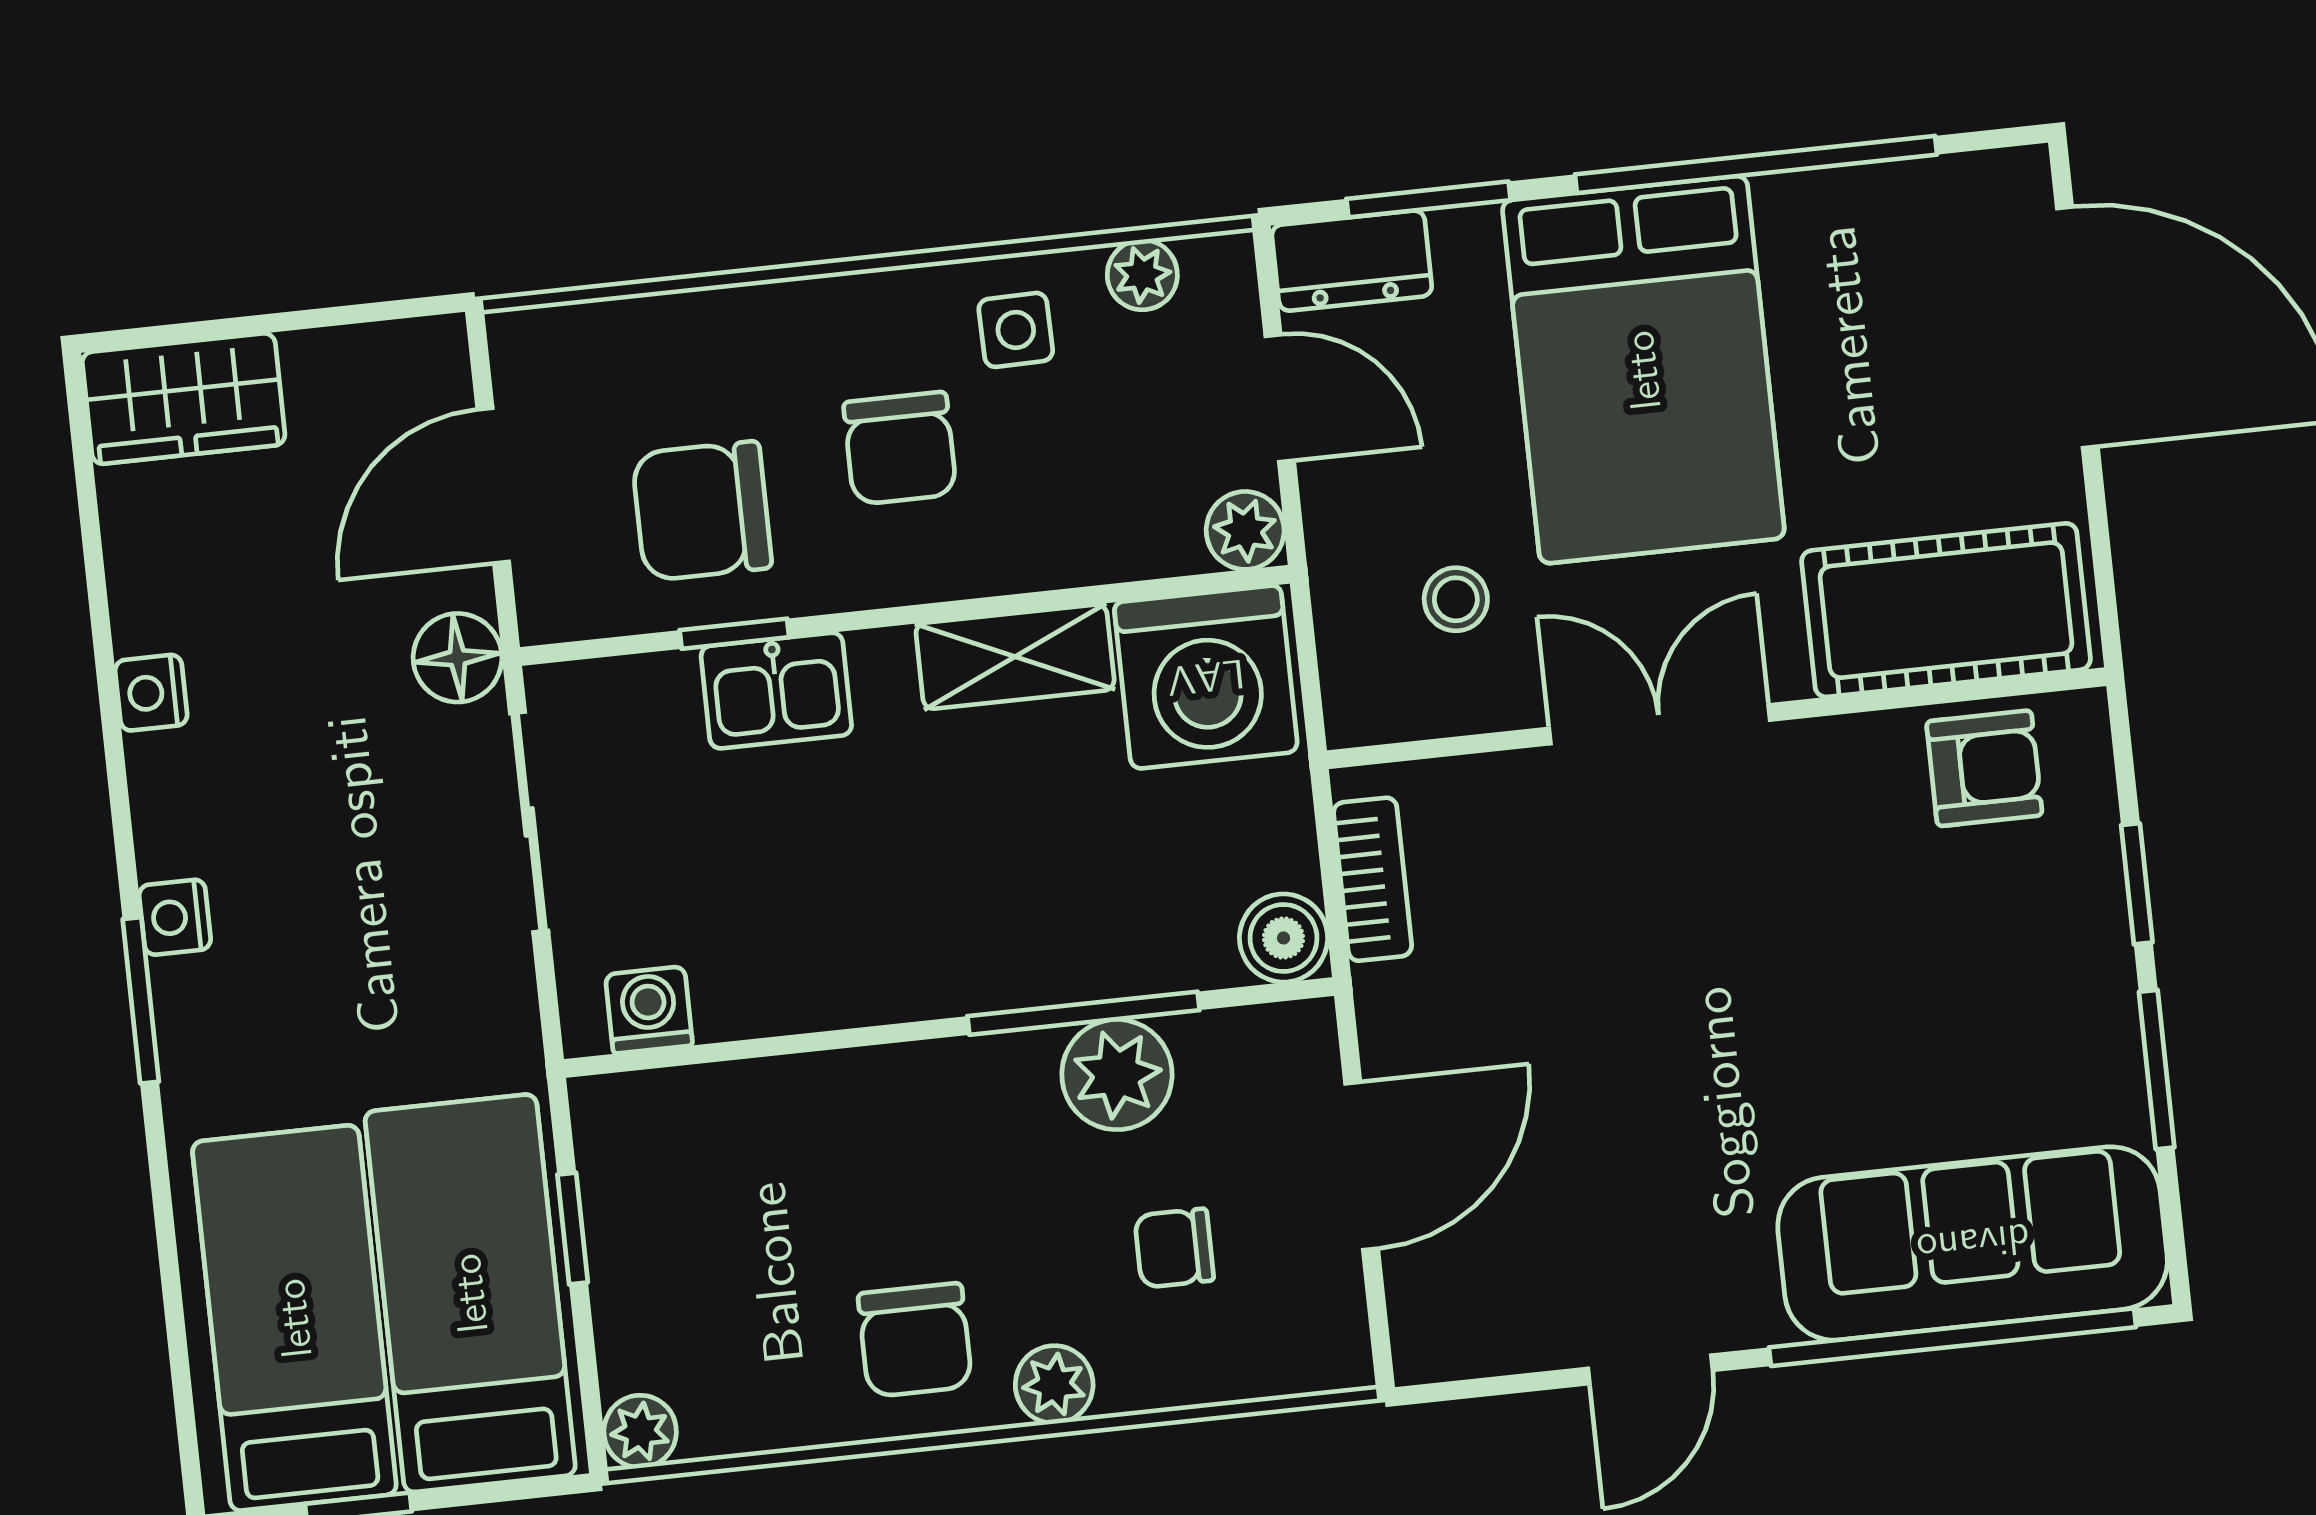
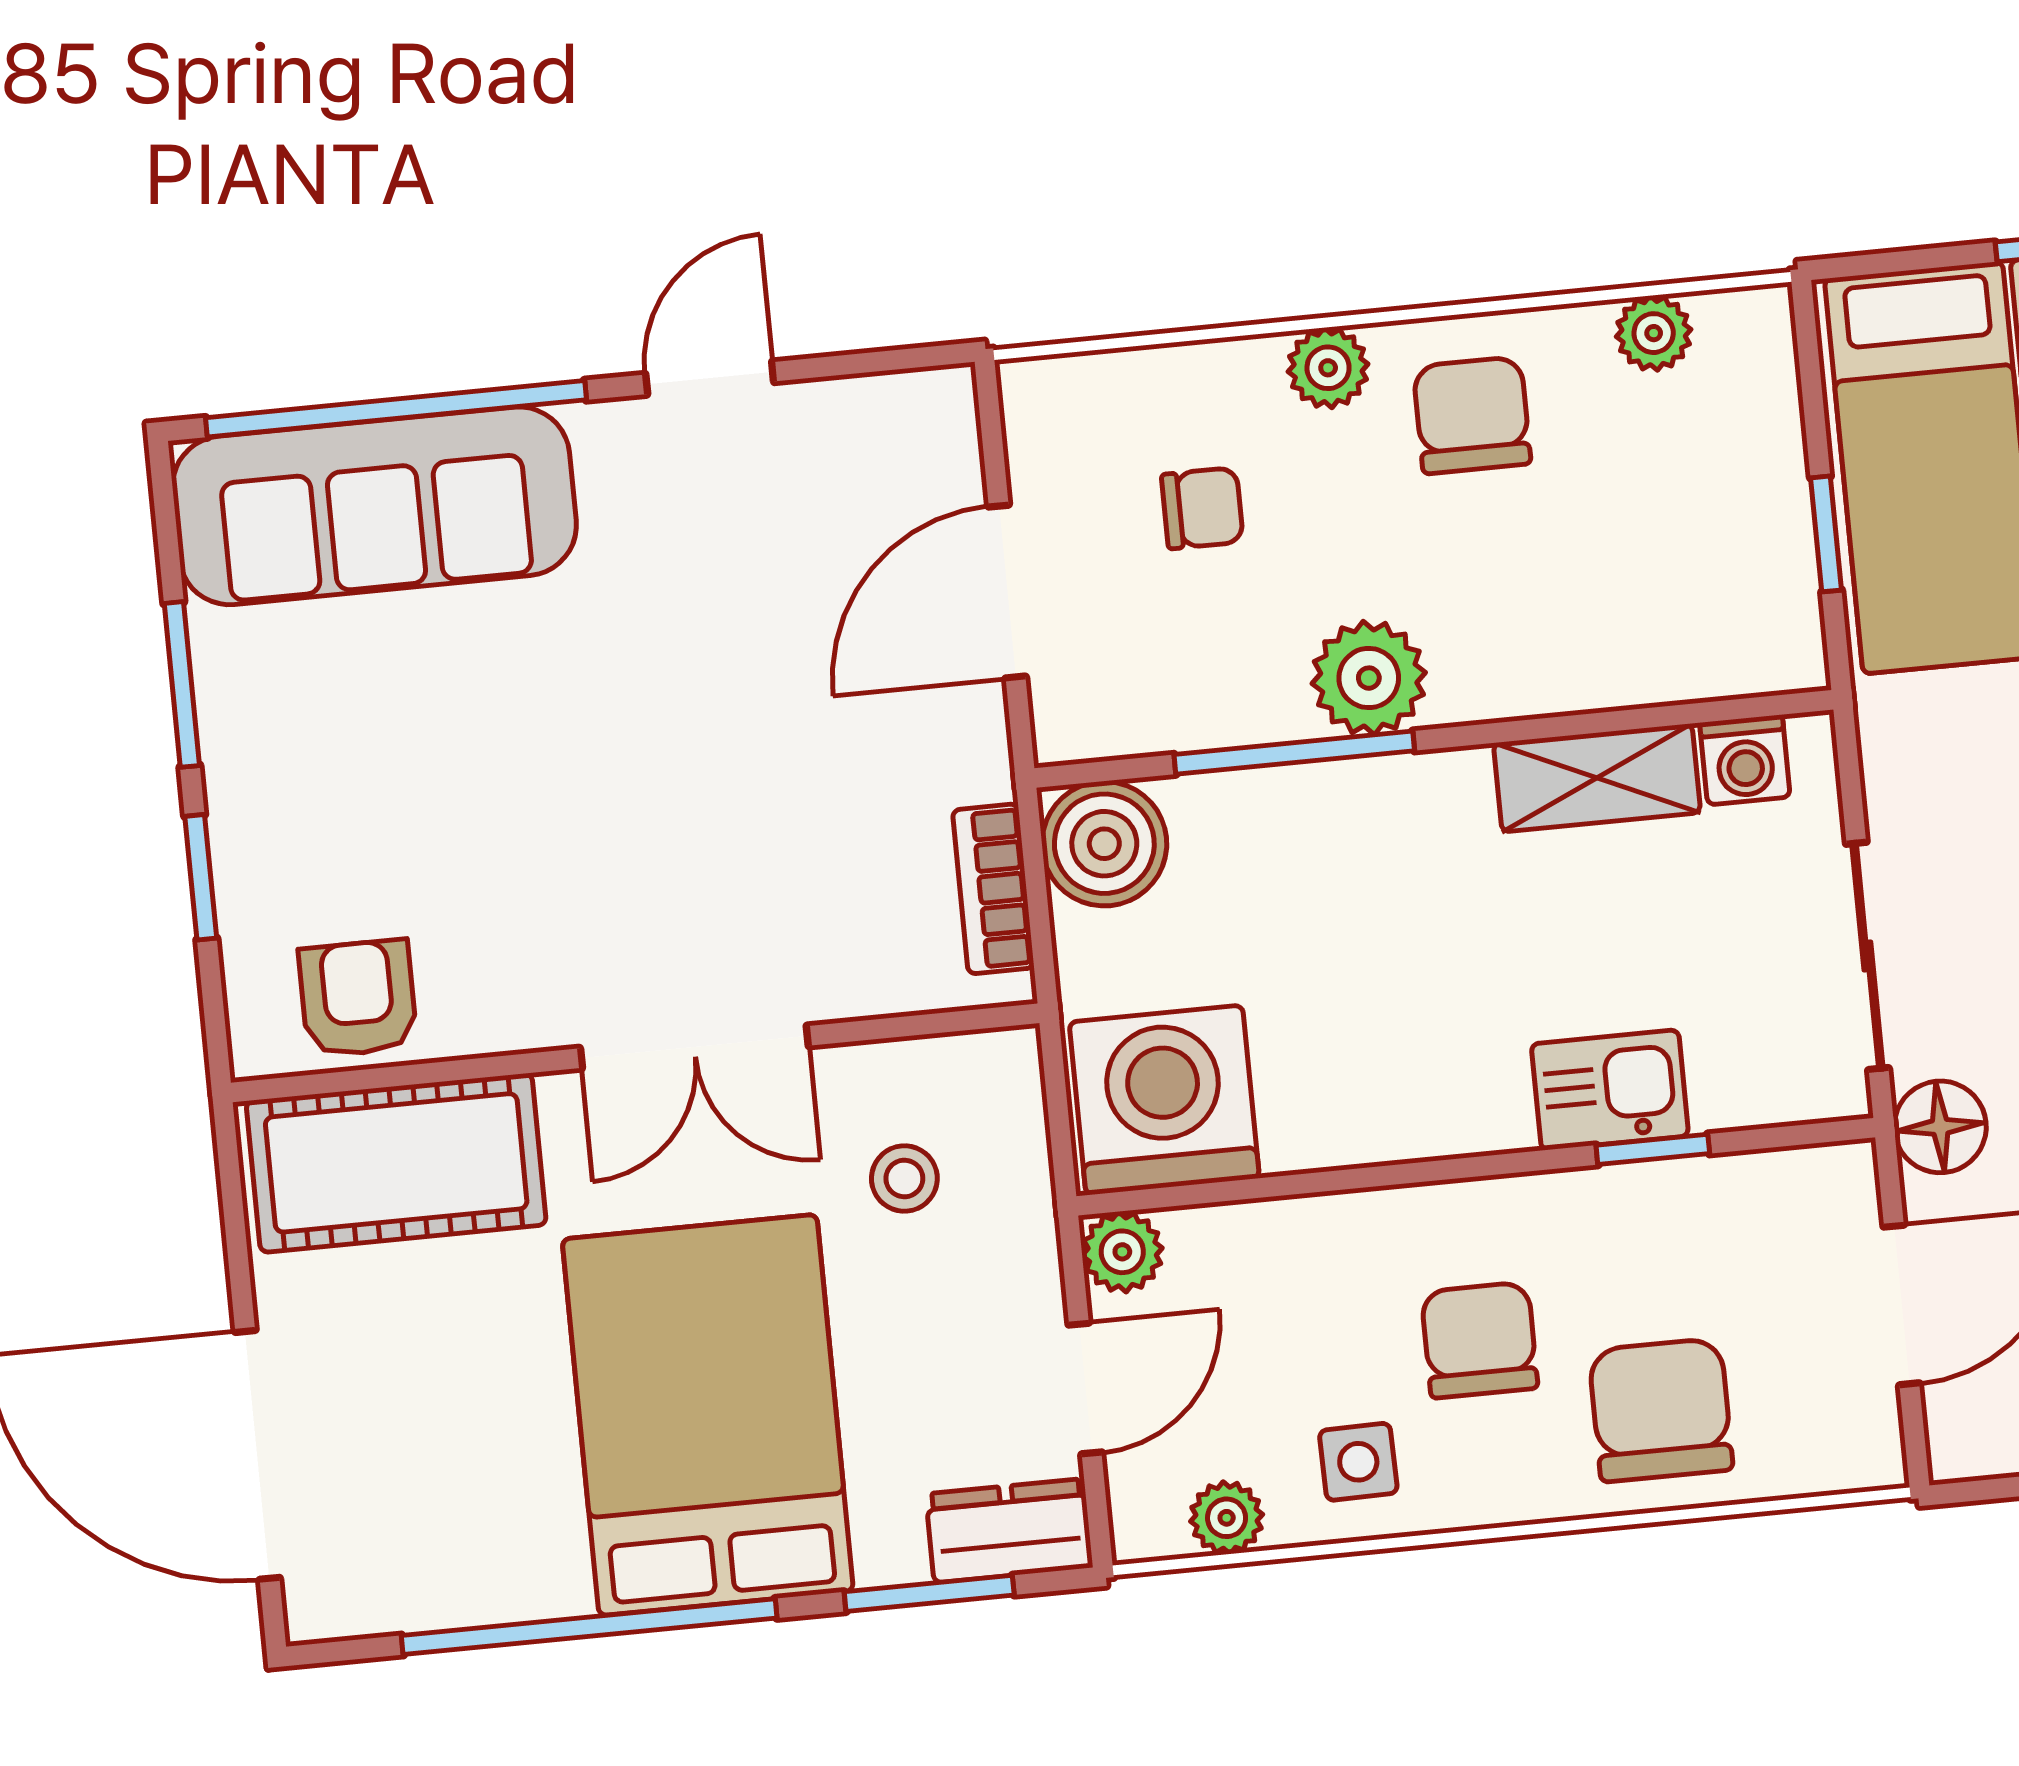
door: (1280, 398) -> (1085, 1388), swing flipped
chair: (702, 511) -> (1661, 1410), moved, turned -90
shelving: (1015, 657) -> (1597, 778), moved
armchair: (1984, 768) -> (358, 998), turned 90
boiler: (1284, 938) -> (1104, 844), width x1.36, depth x1.36
plant: (1117, 1075) -> (1369, 678), moved
plant: (640, 1431) -> (1654, 333), moved

